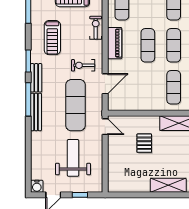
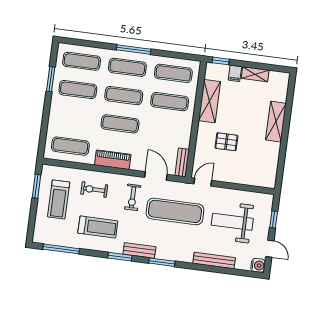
exercise bike: (96, 28) -> (94, 190), moved
window: (28, 99) -> (162, 262), width x0.69
bench: (120, 106) -> (182, 162), added
bench: (36, 112) -> (214, 260), moved

